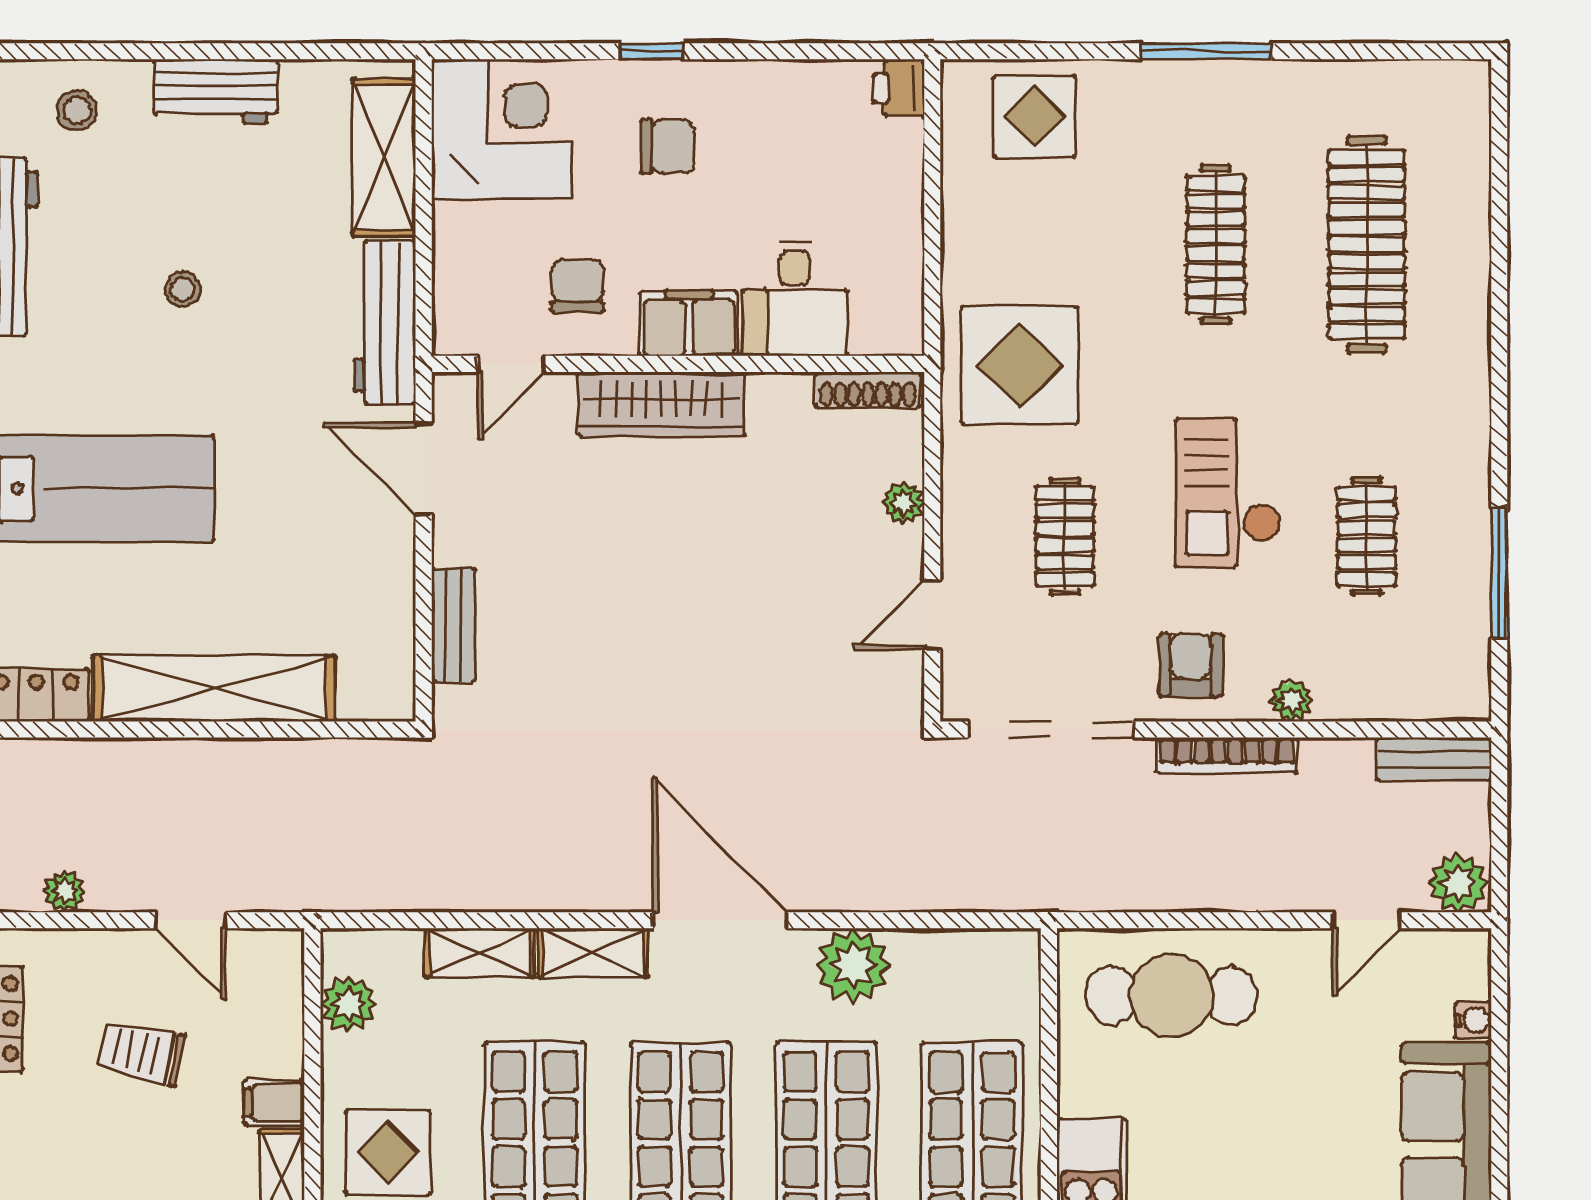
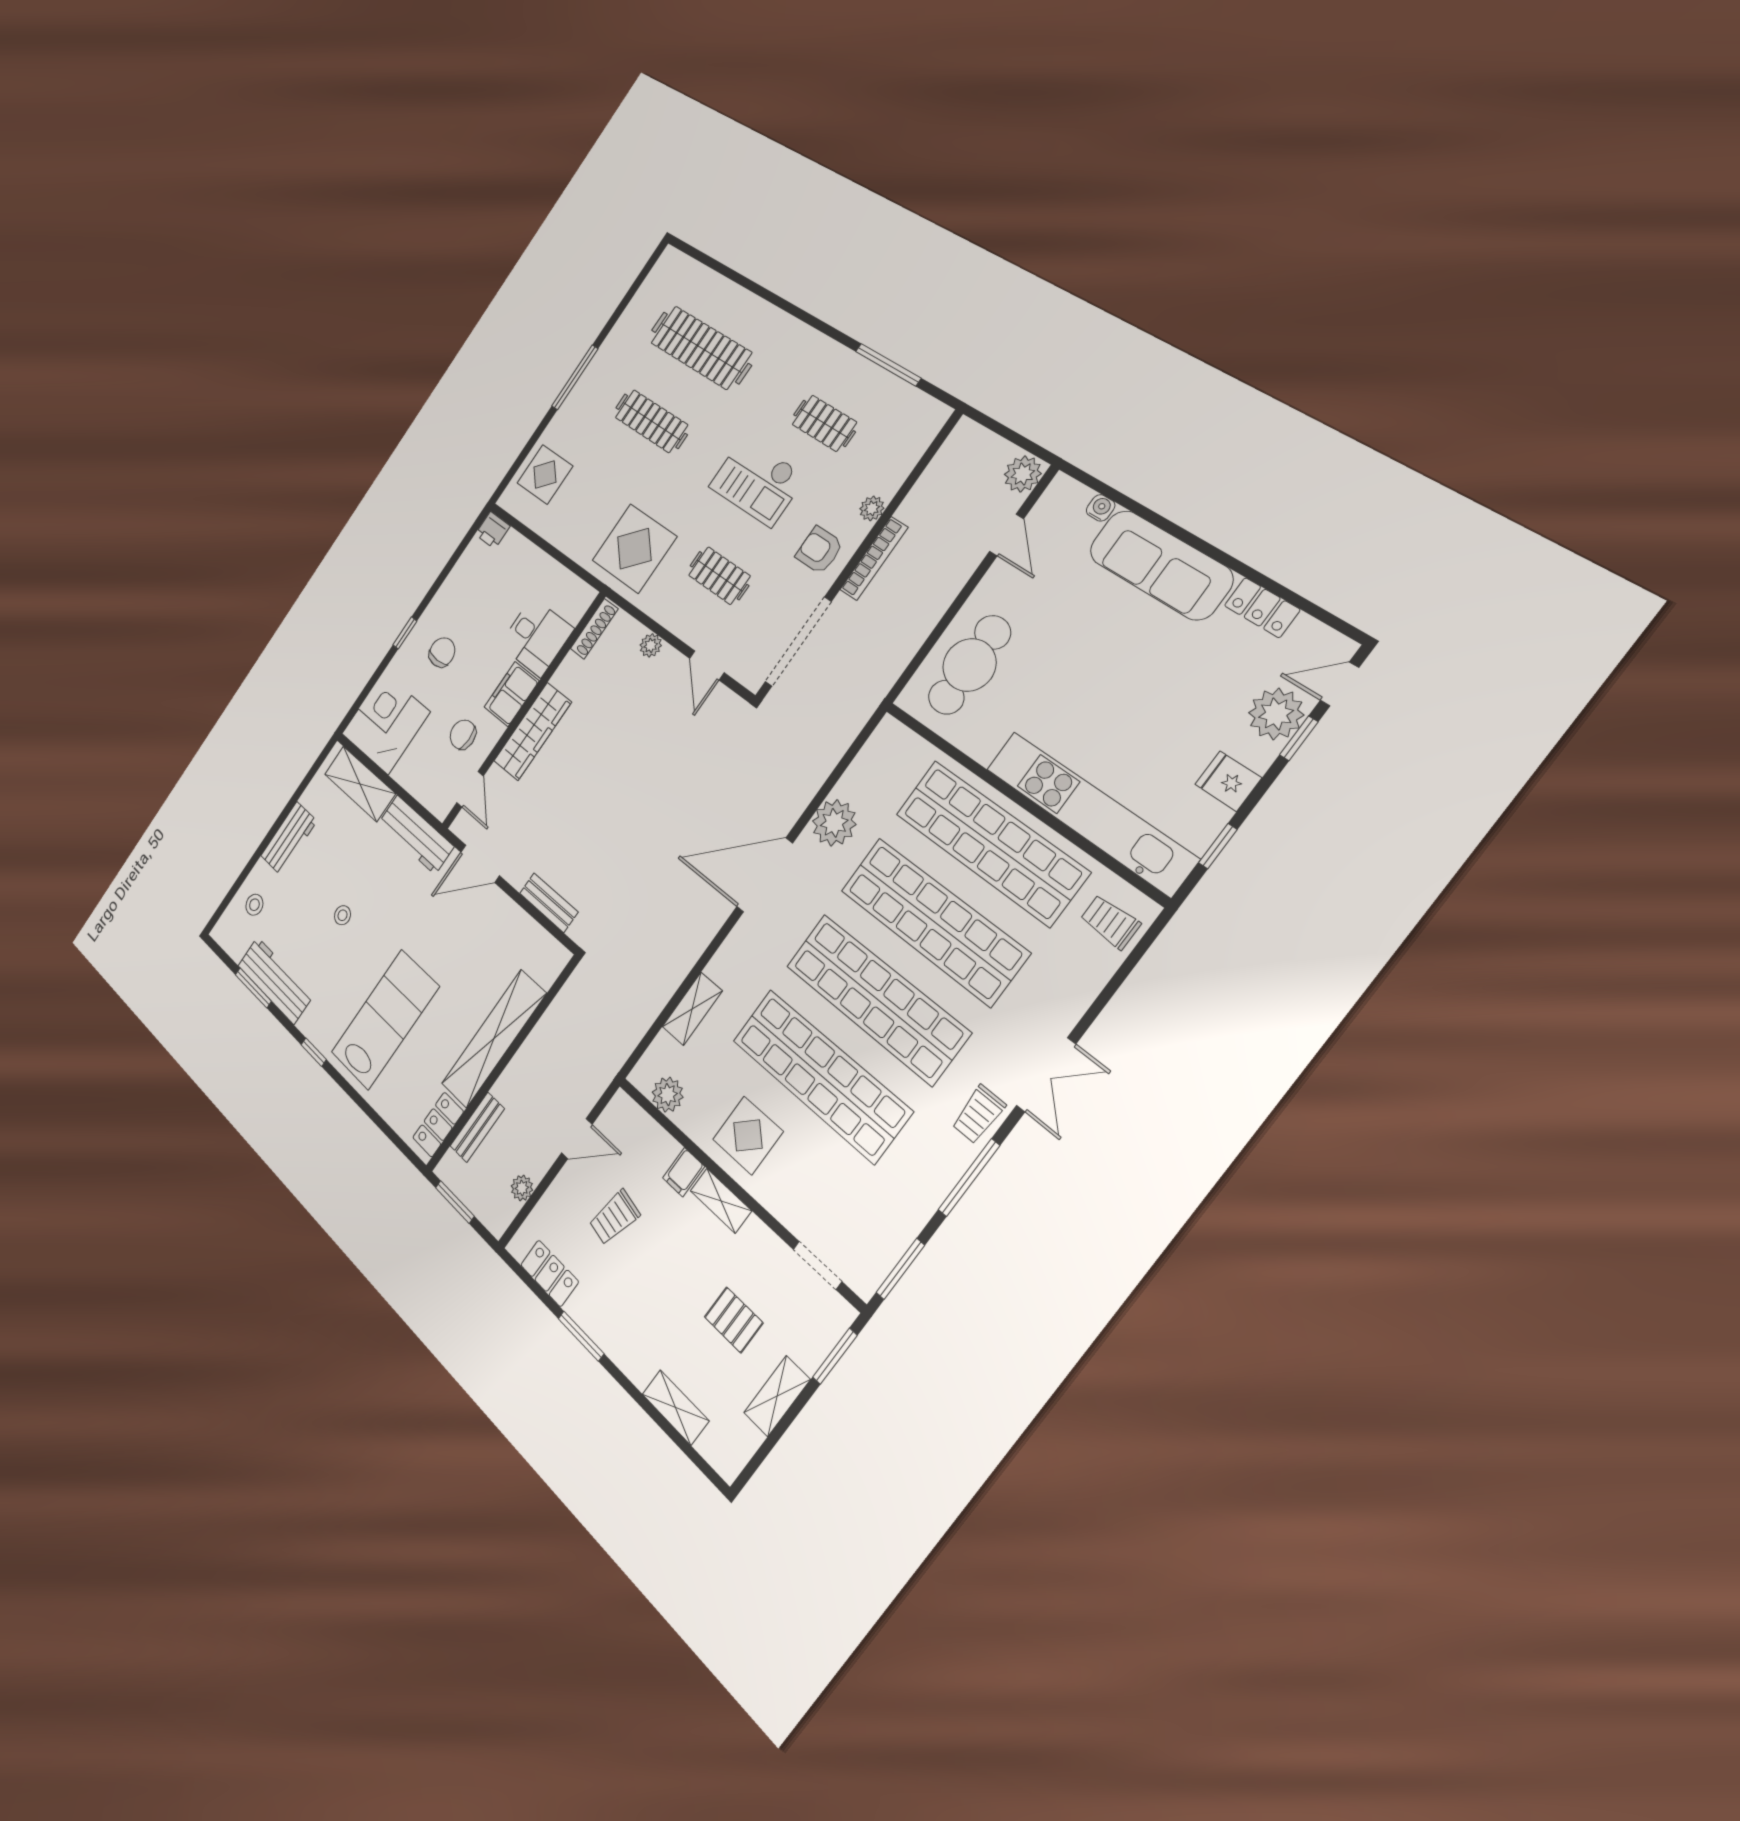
bench: (1434, 759) -> (477, 1127), moved
shelving: (593, 953) -> (733, 952), removed

